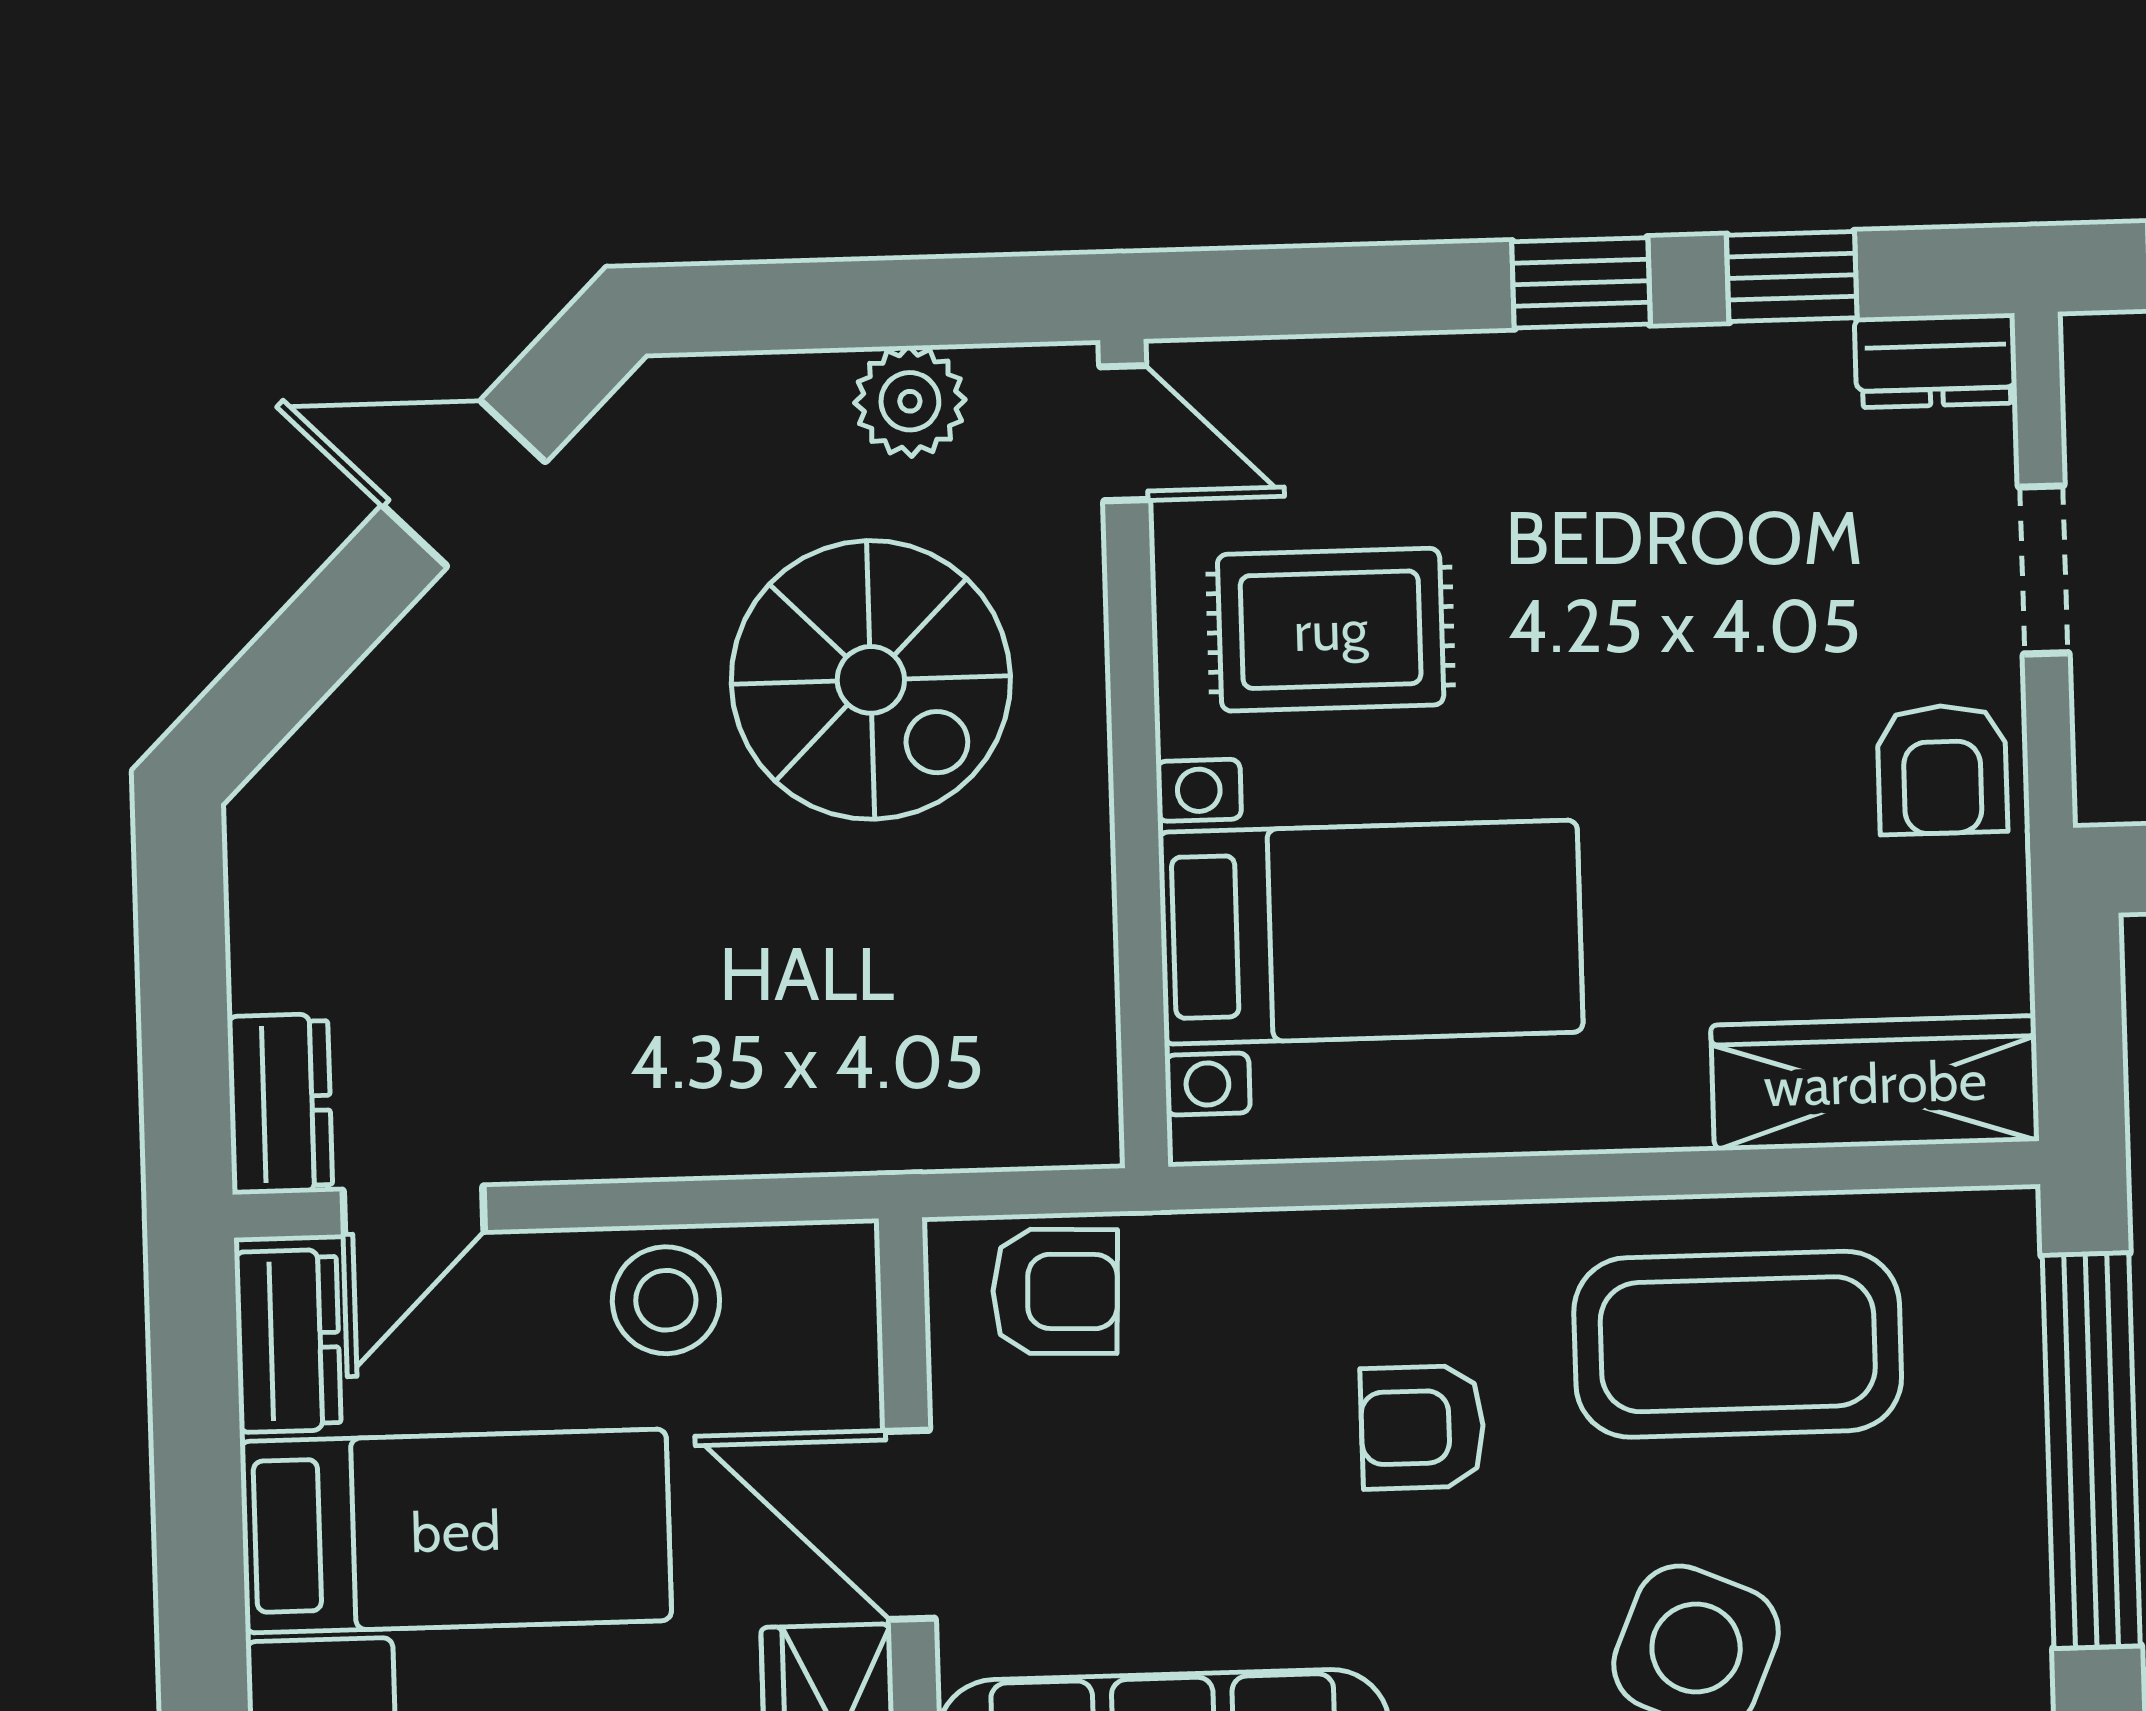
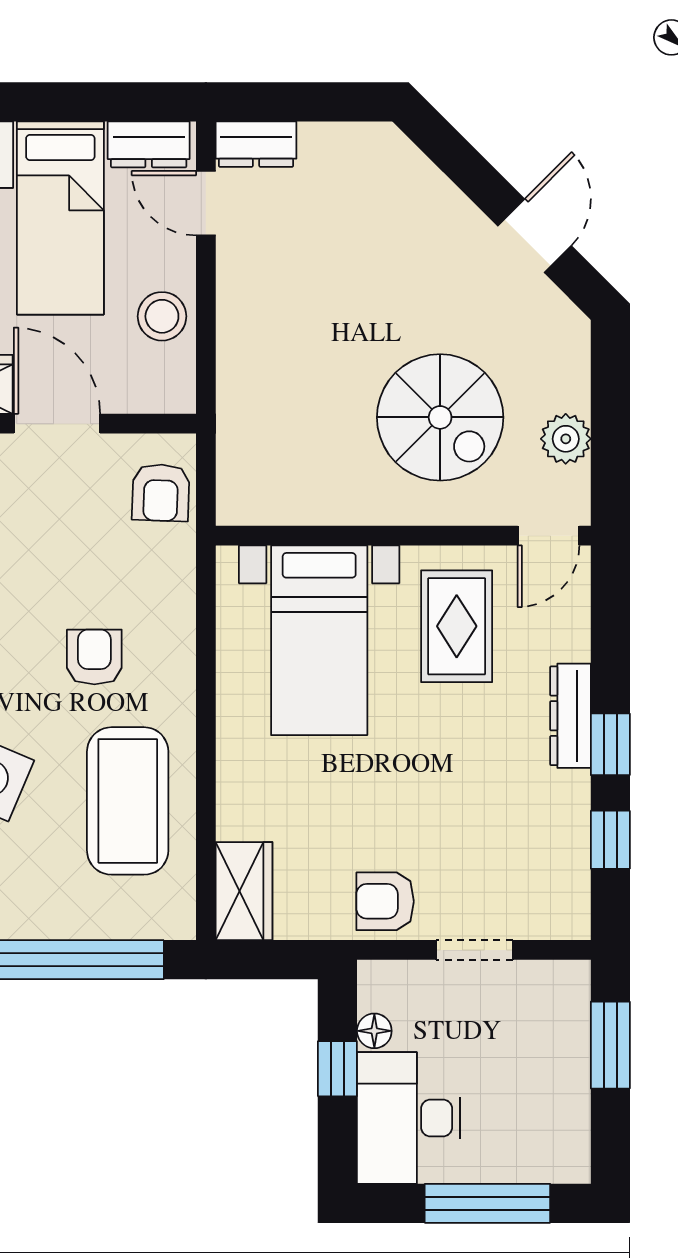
dresser: (1936, 360) -> (570, 716), moved, width x1.44
spiral stairs: (871, 680) -> (440, 417), turned -90
wardrobe: (1875, 1083) -> (244, 891), width x0.67
door: (910, 1525) -> (57, 424), hinge flipped

